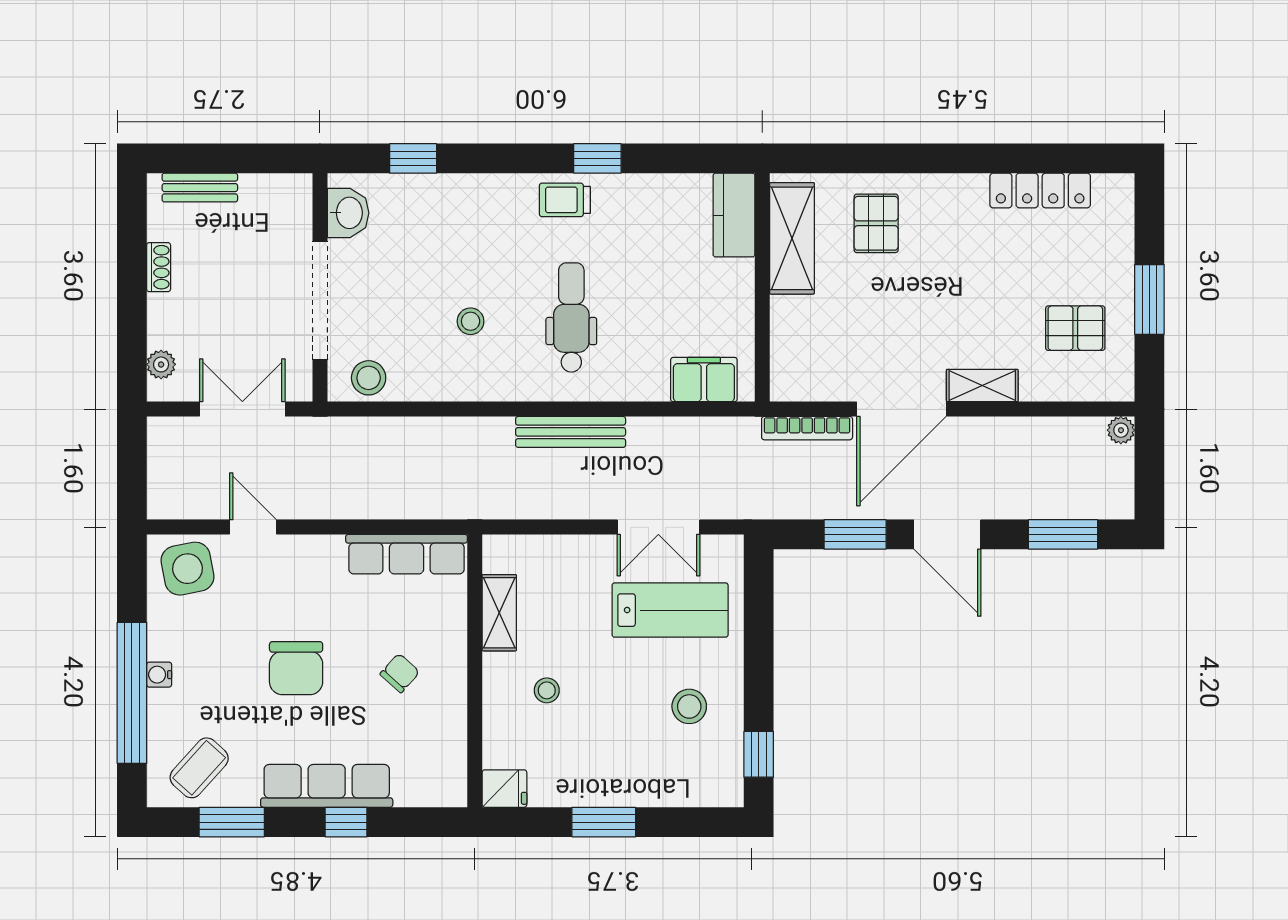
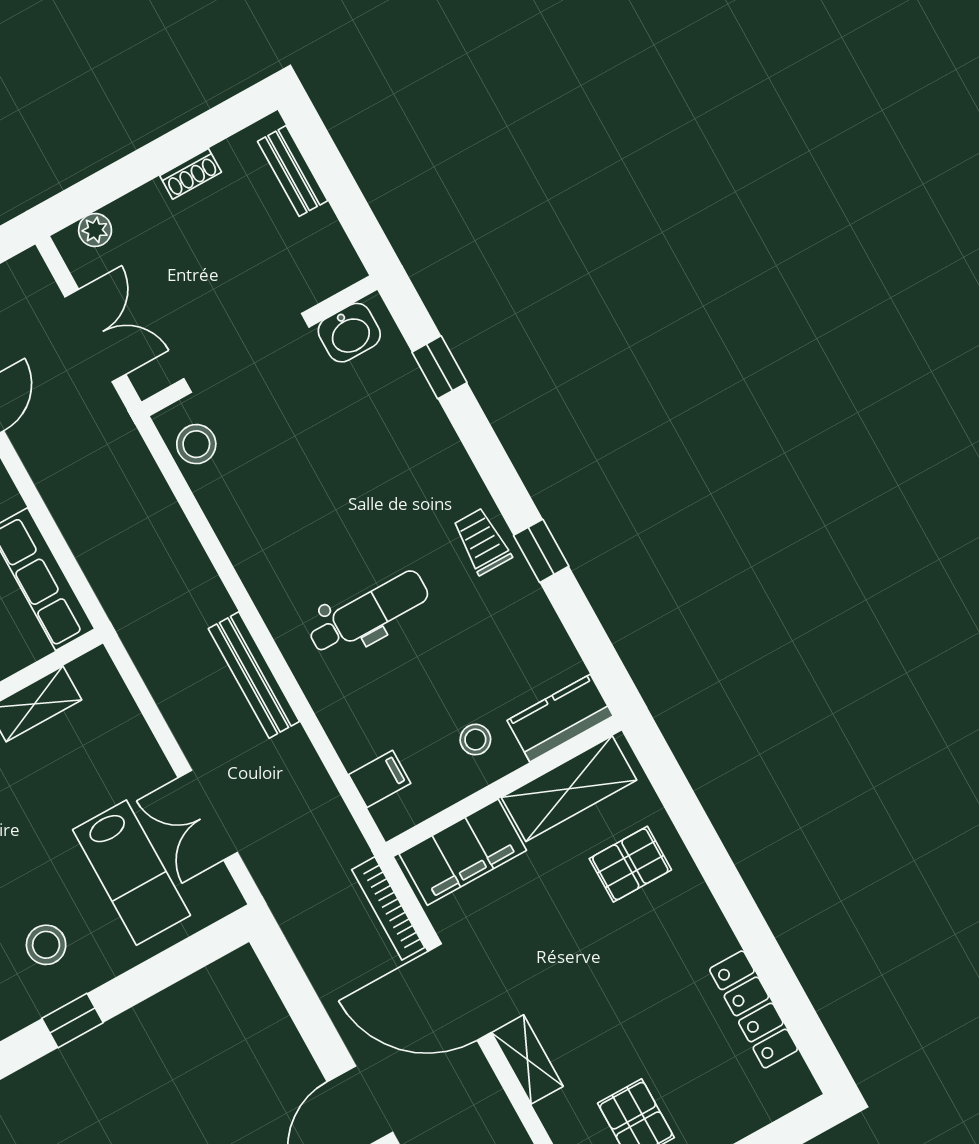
stool: (471, 321) -> (475, 740), moved
filing cabinet: (796, 347) -> (463, 852), added
filing cabinet: (704, 380) -> (380, 779), width x0.50
window: (855, 534) -> (309, 1015), removed
window: (759, 754) -> (72, 1021), moved

